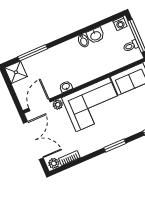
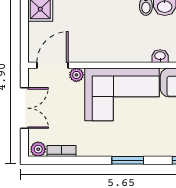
washbasin: (66, 87) -> (160, 56), moved
double door: (33, 141) -> (24, 108), width x0.73

